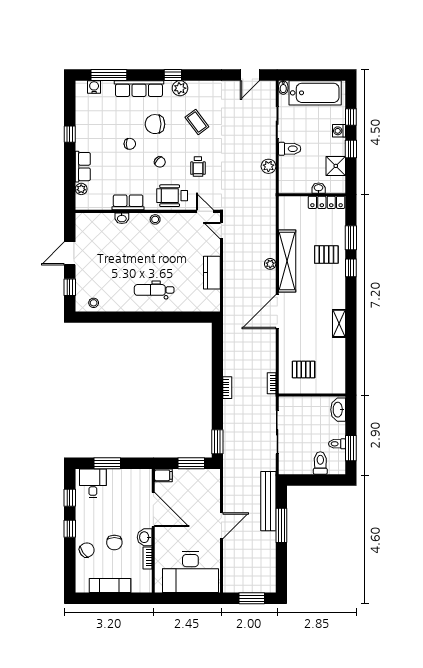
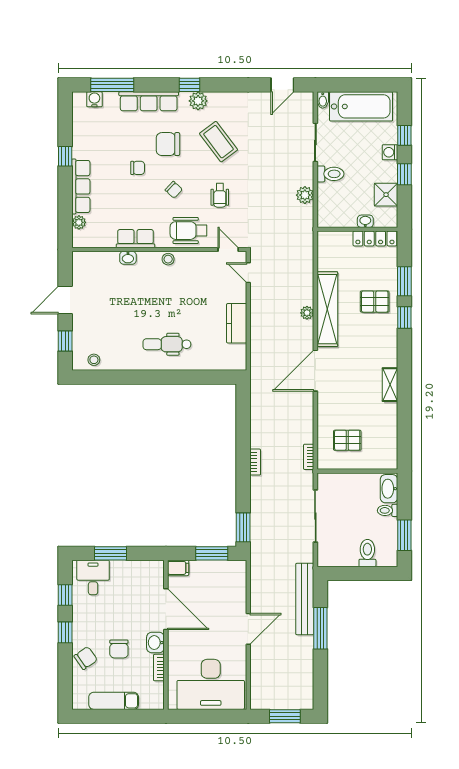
coffee table: (197, 122) -> (219, 142), width x1.36, depth x1.30
row of seats: (83, 167) -> (81, 186), width x1.48
toilet: (337, 444) -> (388, 510), moved

